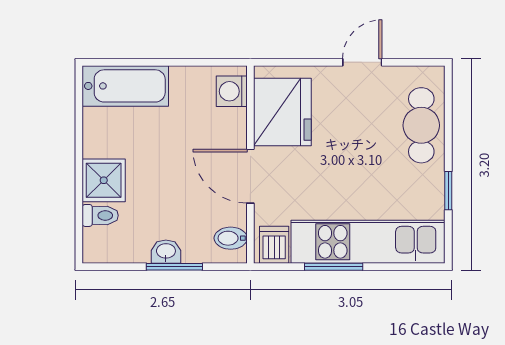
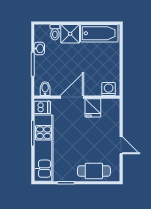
bathtub: (125, 86) -> (99, 33), moved, turned -90
fridge: (282, 112) -> (93, 108), width x0.53, depth x0.75
washbasin: (166, 252) -> (39, 48), moved

